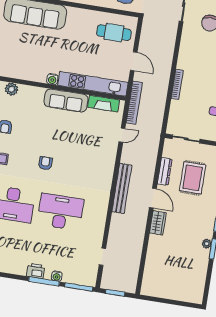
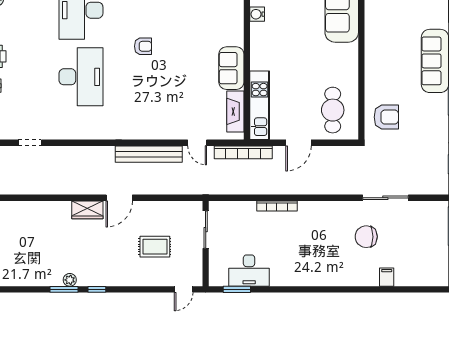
water cooler: (52, 79) -> (257, 14), moved
kitchen unit: (93, 84) -> (260, 105), width x0.73
sofa: (66, 101) -> (231, 68), width x0.73
dresser: (165, 171) -> (158, 208), removed
rug: (193, 178) -> (155, 247), width x0.73, depth x0.70
bench: (122, 188) -> (149, 154), moved

